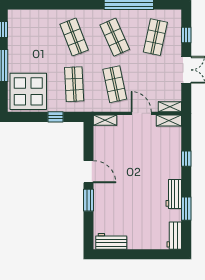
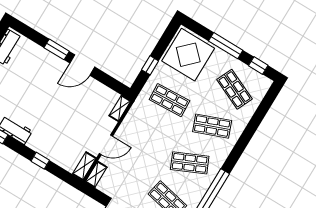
shop shelf: (115, 84) -> (234, 89), moved, turned 36

